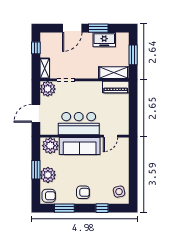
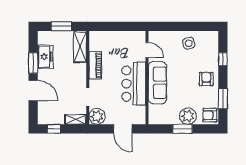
piano: (116, 87) -> (95, 65), moved
plant: (50, 146) -> (157, 114), removed
side table: (119, 192) -> (189, 43), moved
armchair: (49, 196) -> (210, 115), turned -90

